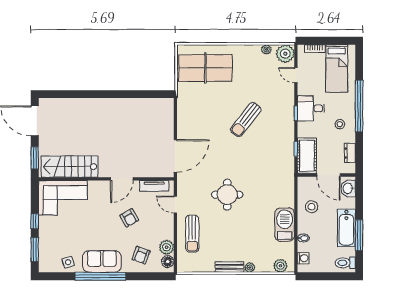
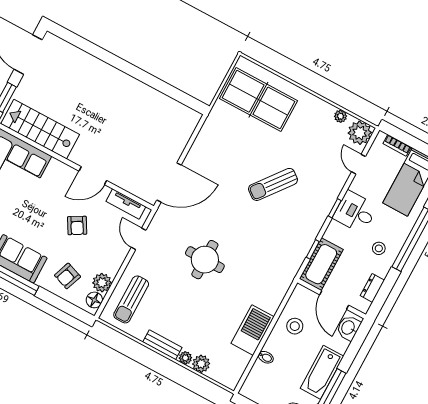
sun lounger: (192, 234) -> (131, 299), moved
washing machine: (303, 258) -> (253, 380), removed
plant: (280, 266) -> (201, 364), moved

